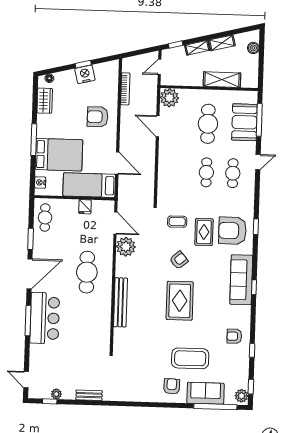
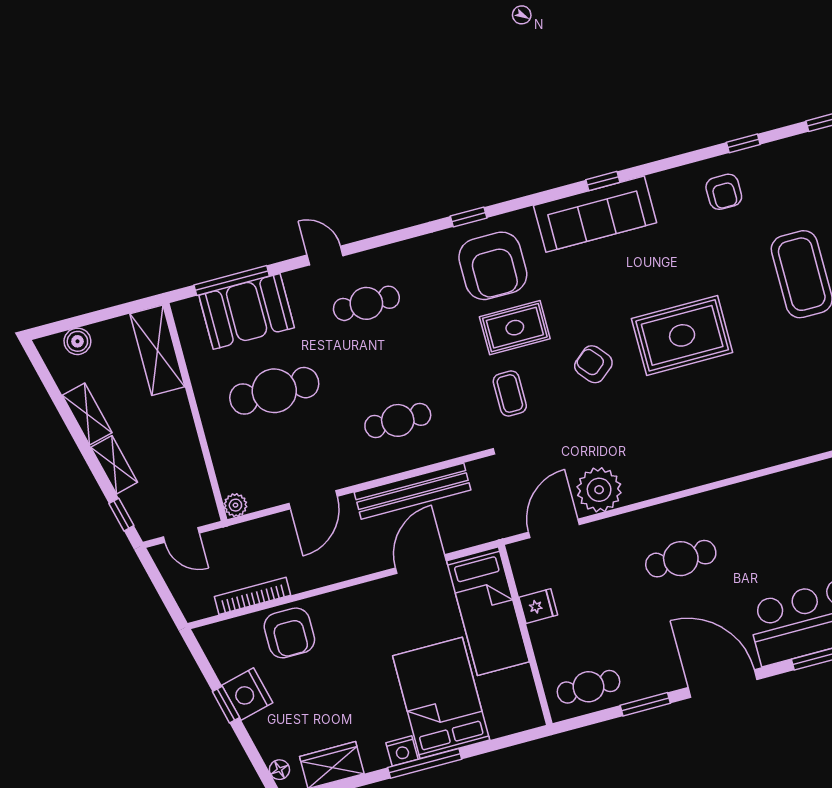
shelving: (222, 80) -> (157, 350), moved
plant: (169, 98) -> (235, 505), width x0.53, depth x0.53
armchair: (98, 117) -> (289, 633), moved
cafe table: (206, 172) -> (398, 420), moved
nightstand: (40, 182) -> (402, 751), moved
cafe table: (87, 272) -> (681, 559), width x0.73, depth x0.74
bench: (120, 302) -> (413, 491), moved

